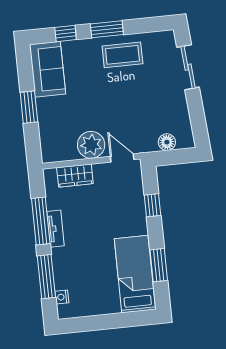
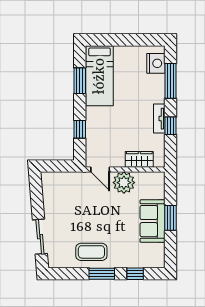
sofa: (48, 69) -> (152, 221), moved
floor lamp: (167, 142) -> (63, 178), removed
window: (41, 221) -> (170, 126), width x0.46
nightstand: (62, 297) -> (156, 63), width x1.89, depth x1.79

